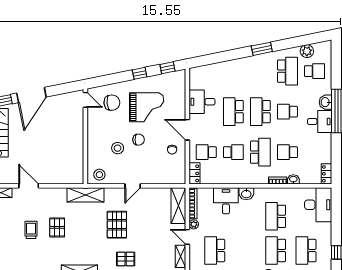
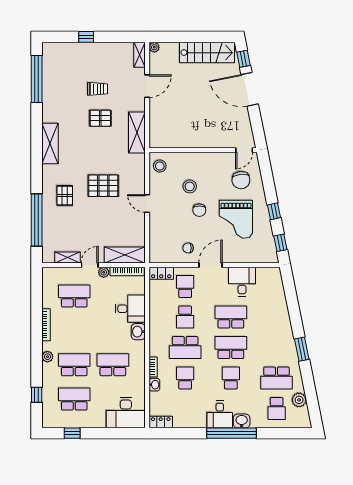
shelving: (85, 195) -> (137, 132), moved

